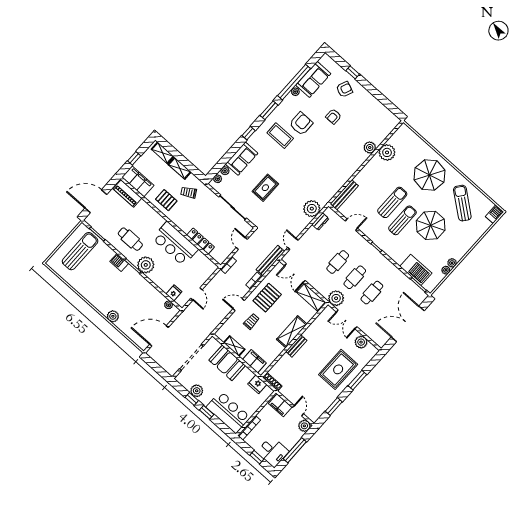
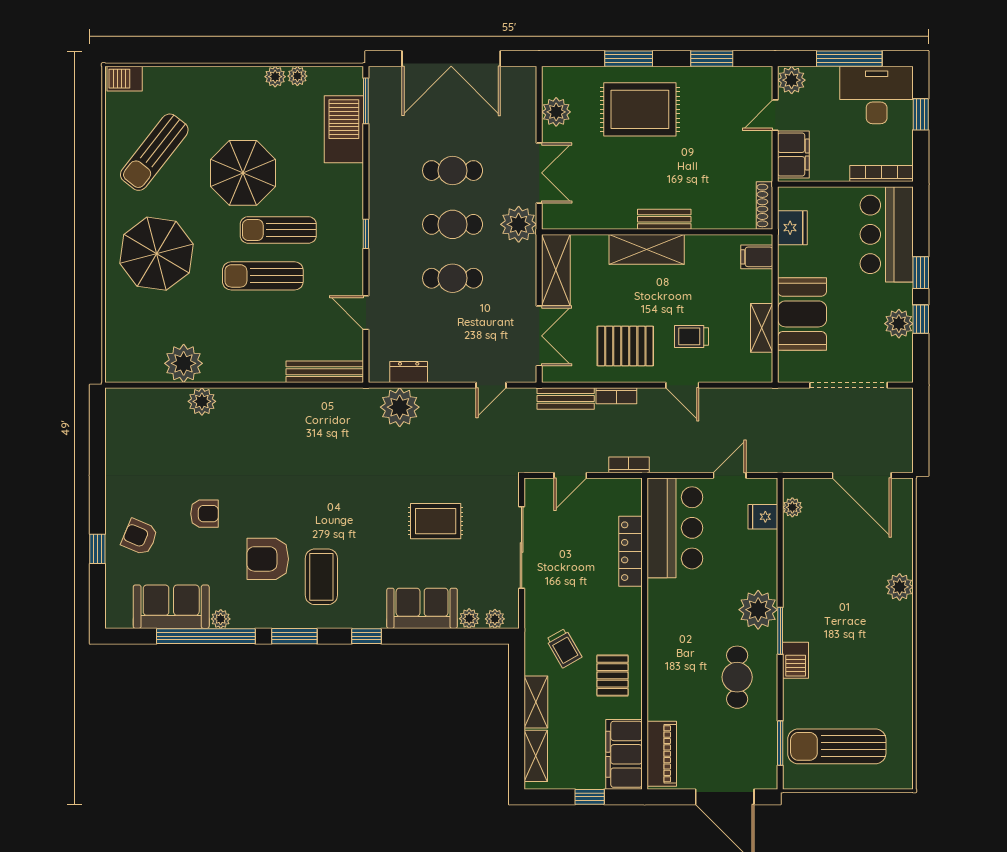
bar counter: (175, 244) -> (675, 528), moved
bench: (270, 260) -> (566, 398), width x0.73
filing cabinet: (254, 361) -> (757, 257), width x0.50
desk: (273, 452) -> (877, 95), width x1.37

